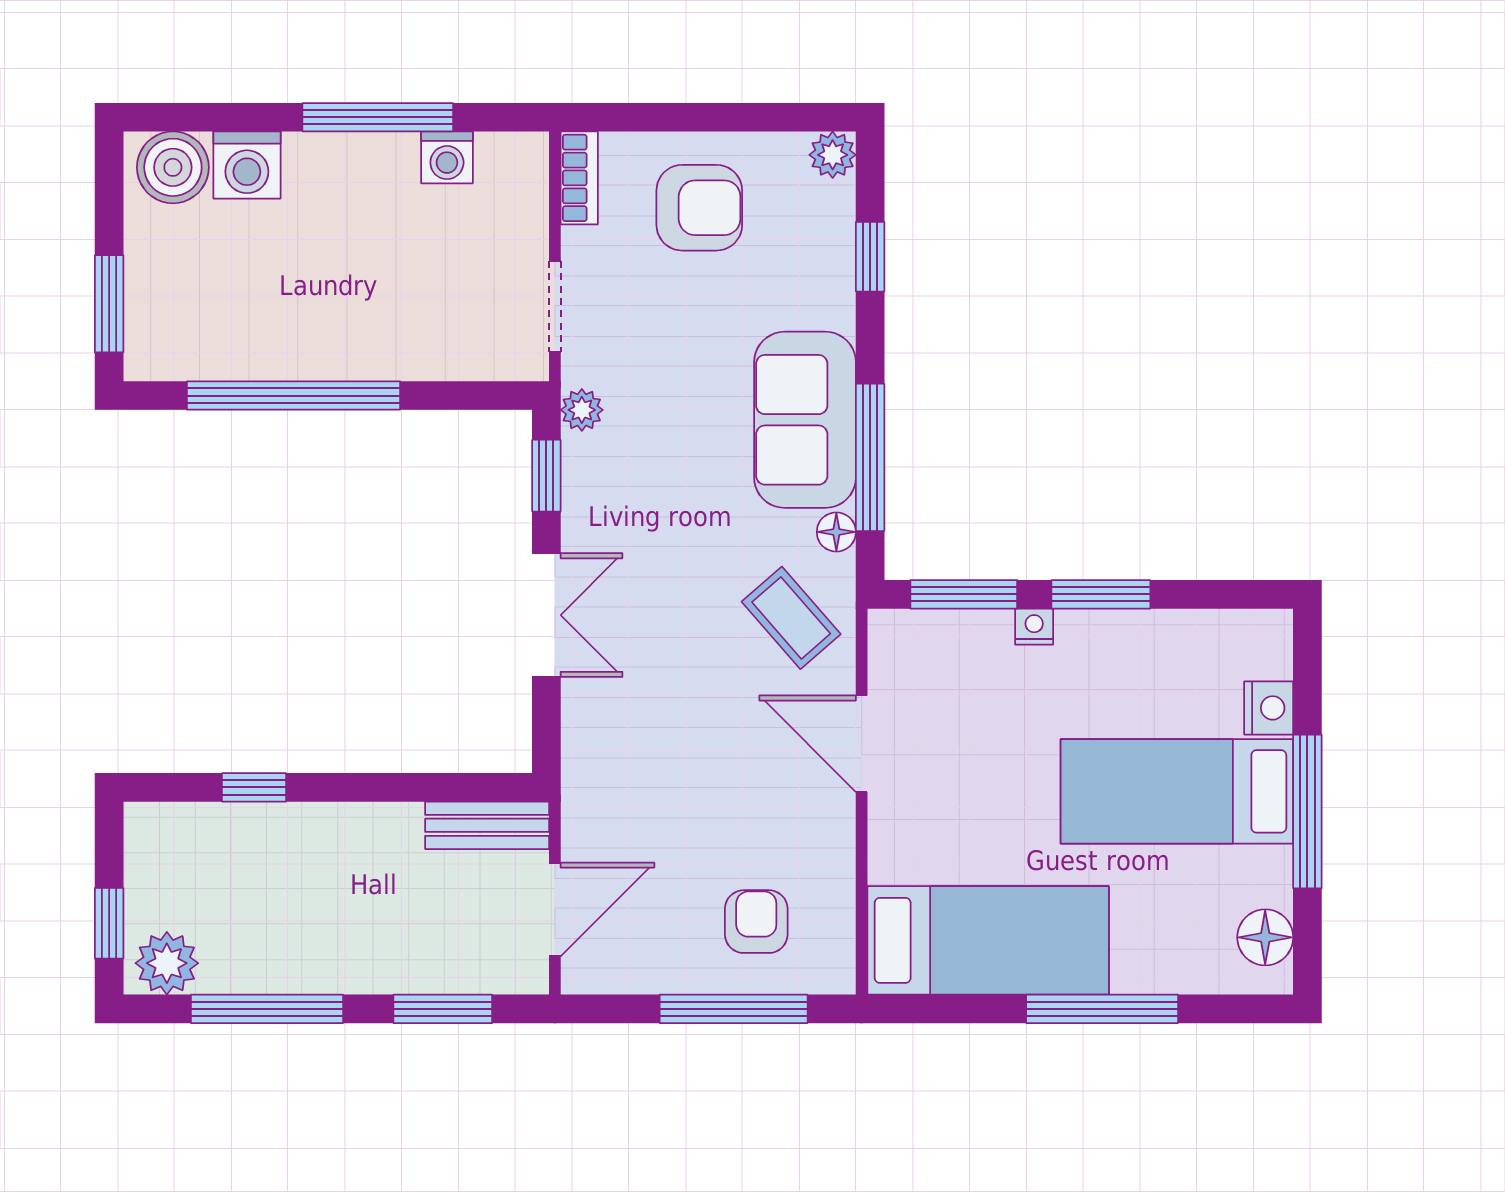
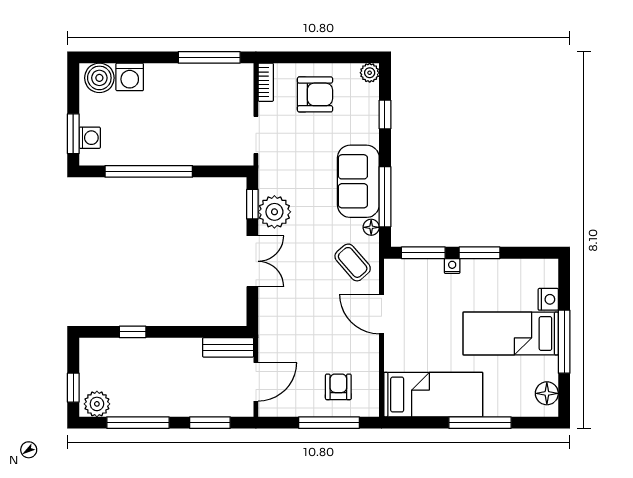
window: (378, 117) -> (209, 57), moved
washing machine: (447, 157) -> (90, 138), moved, turned -90
plant: (582, 410) -> (274, 212), moved, width x1.88, depth x1.88

